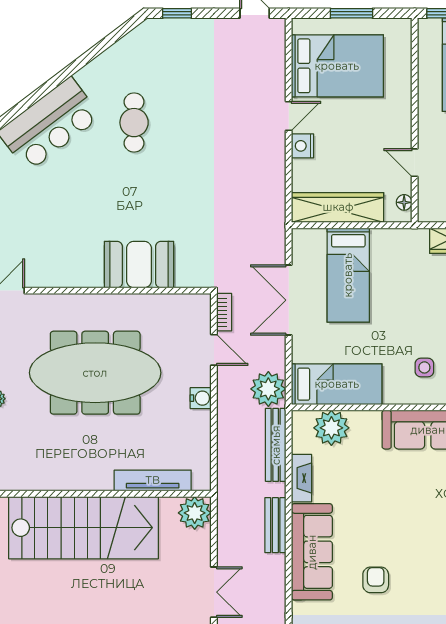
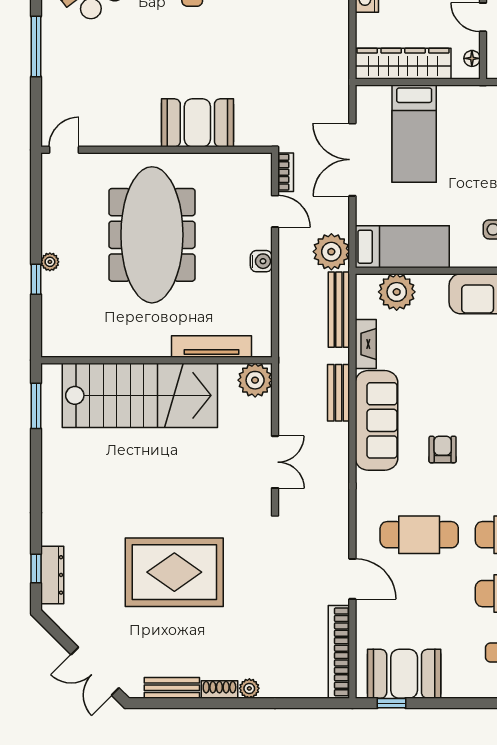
meeting table: (95, 373) -> (152, 235), turned 90

